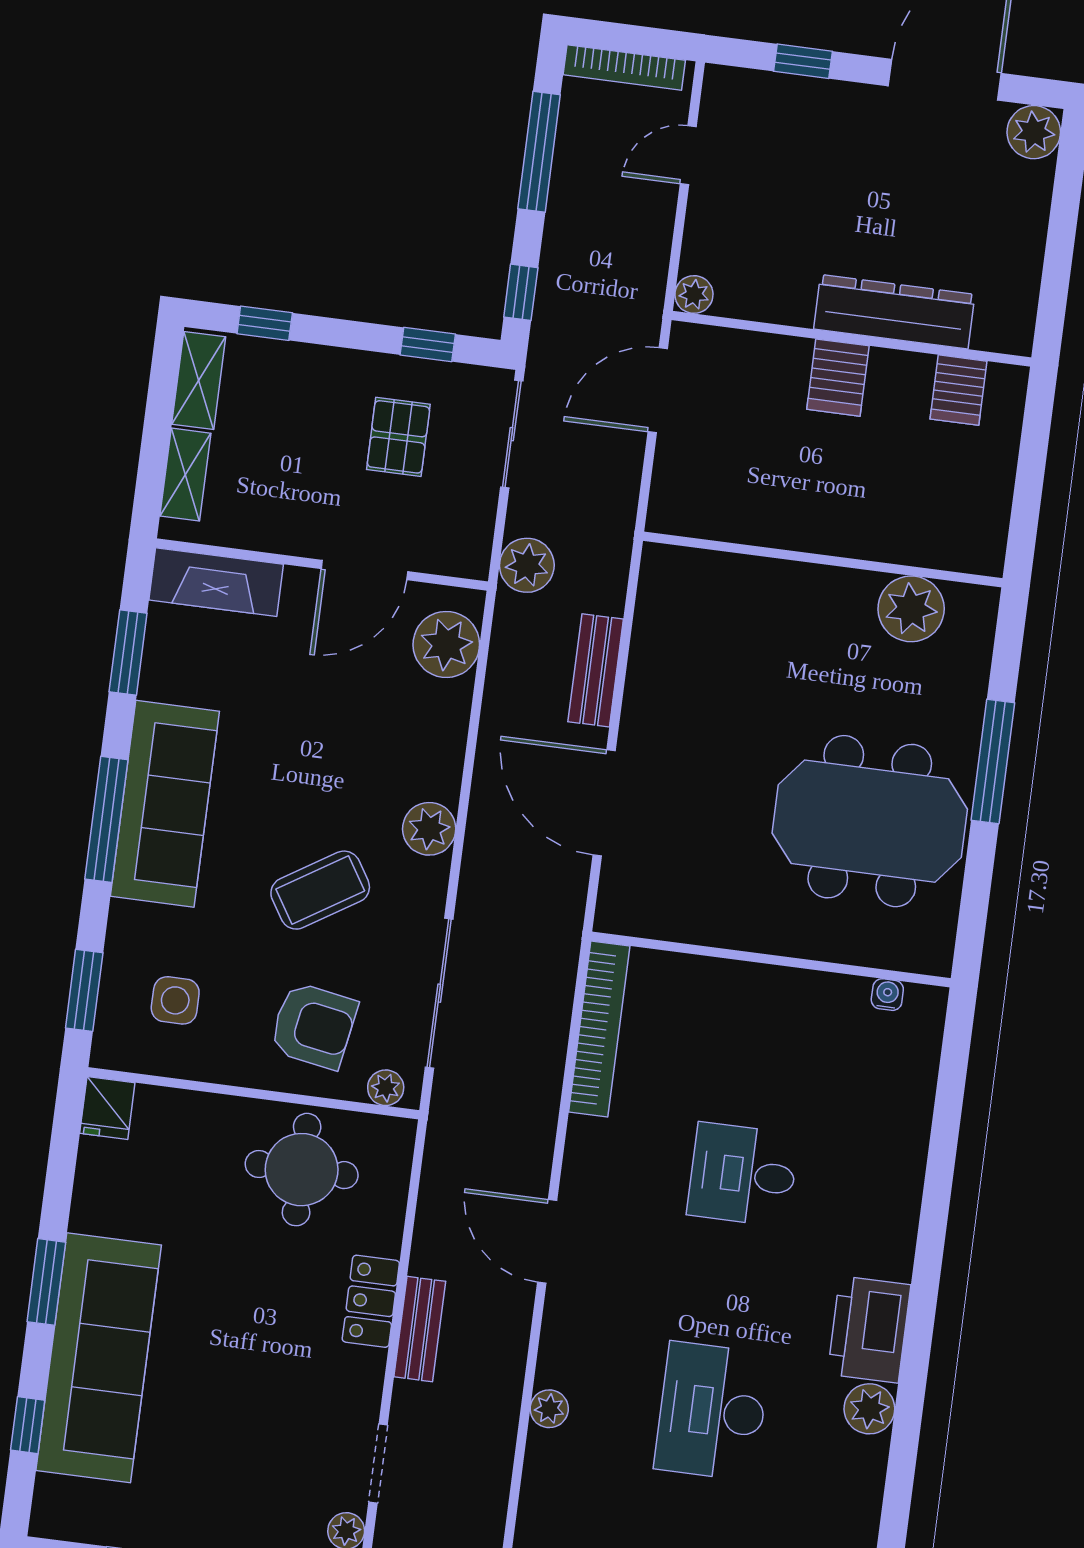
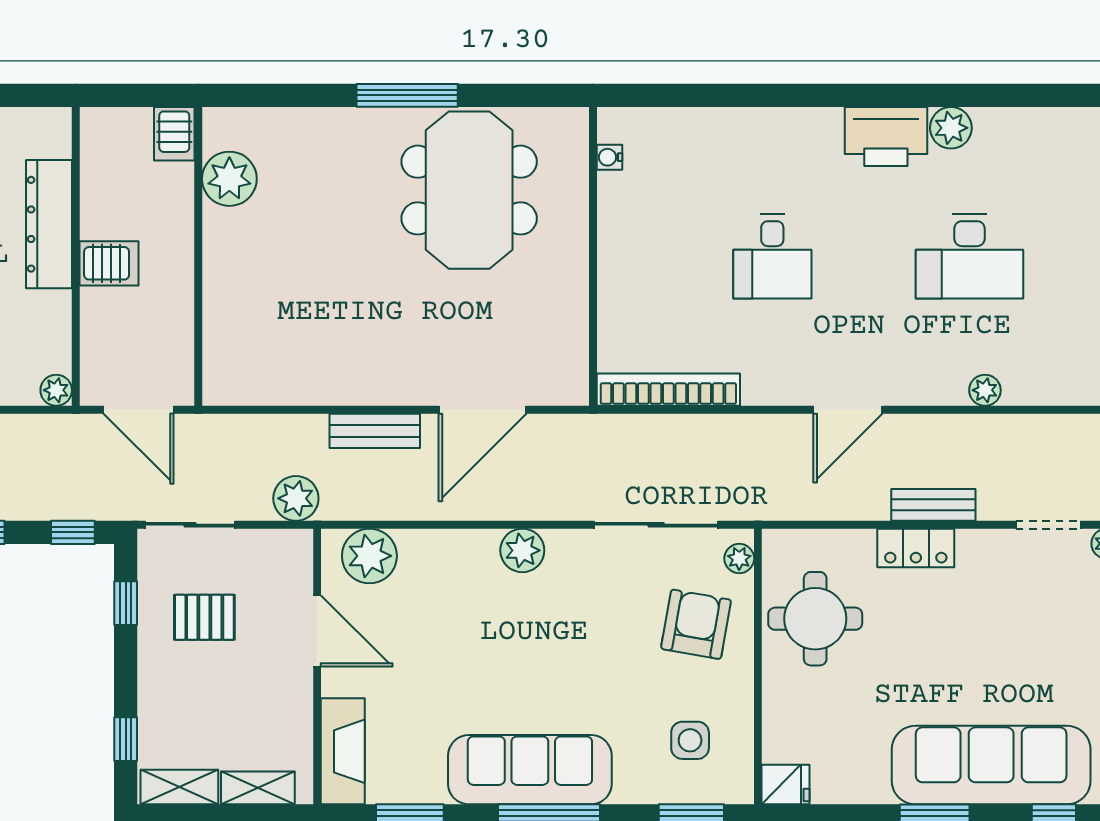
server rack: (959, 390) -> (174, 134), moved, turned 90
wall: (823, 559) -> (198, 256), moved
plant: (911, 609) -> (229, 179), moved
coffee table: (320, 890) -> (584, 633), removed

